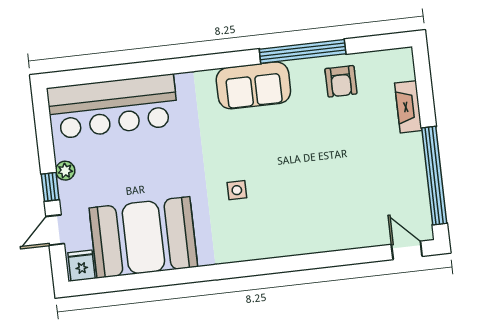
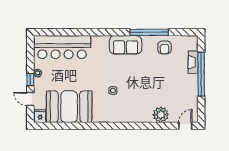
window: (434, 176) -> (201, 74), moved
door: (55, 230) -> (30, 99), hinge flipped
plant: (349, 232) -> (161, 115), added
door: (407, 250) -> (185, 126), hinge flipped

